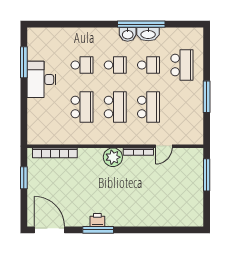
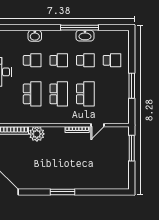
washbasin: (128, 34) -> (35, 36), moved
school desk: (182, 65) -> (112, 60), width x0.54
plant: (113, 157) -> (37, 134), moved
printer: (97, 220) -> (44, 184), removed
window: (98, 230) -> (62, 192), moved

